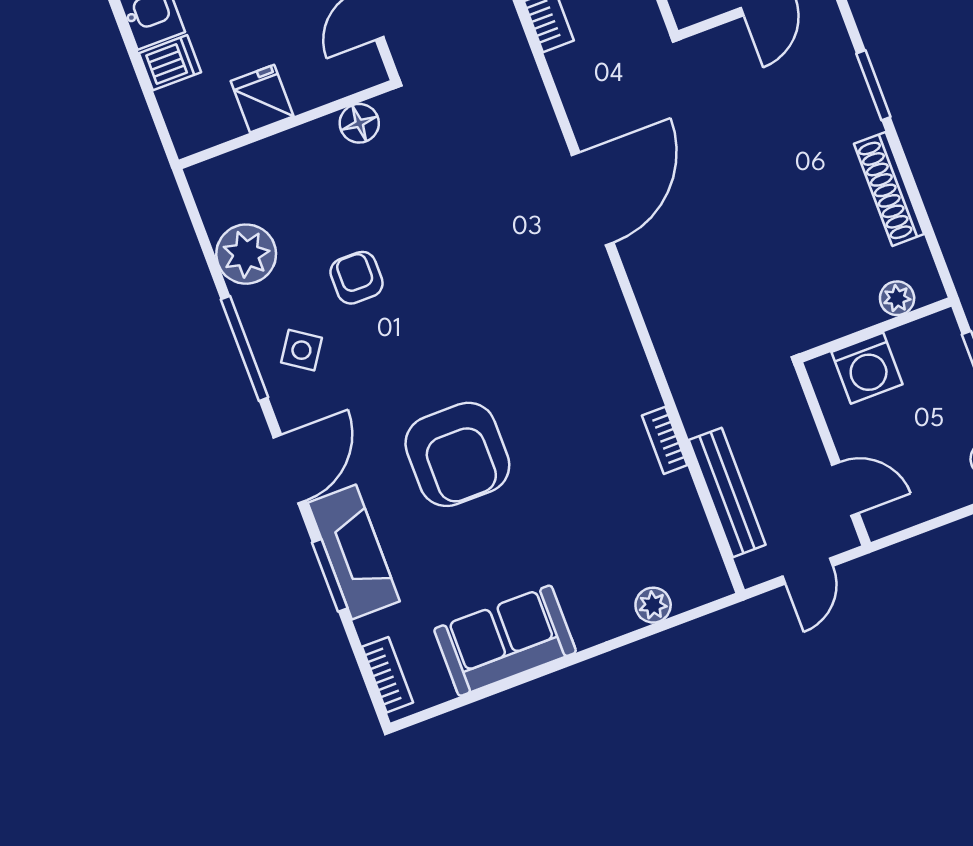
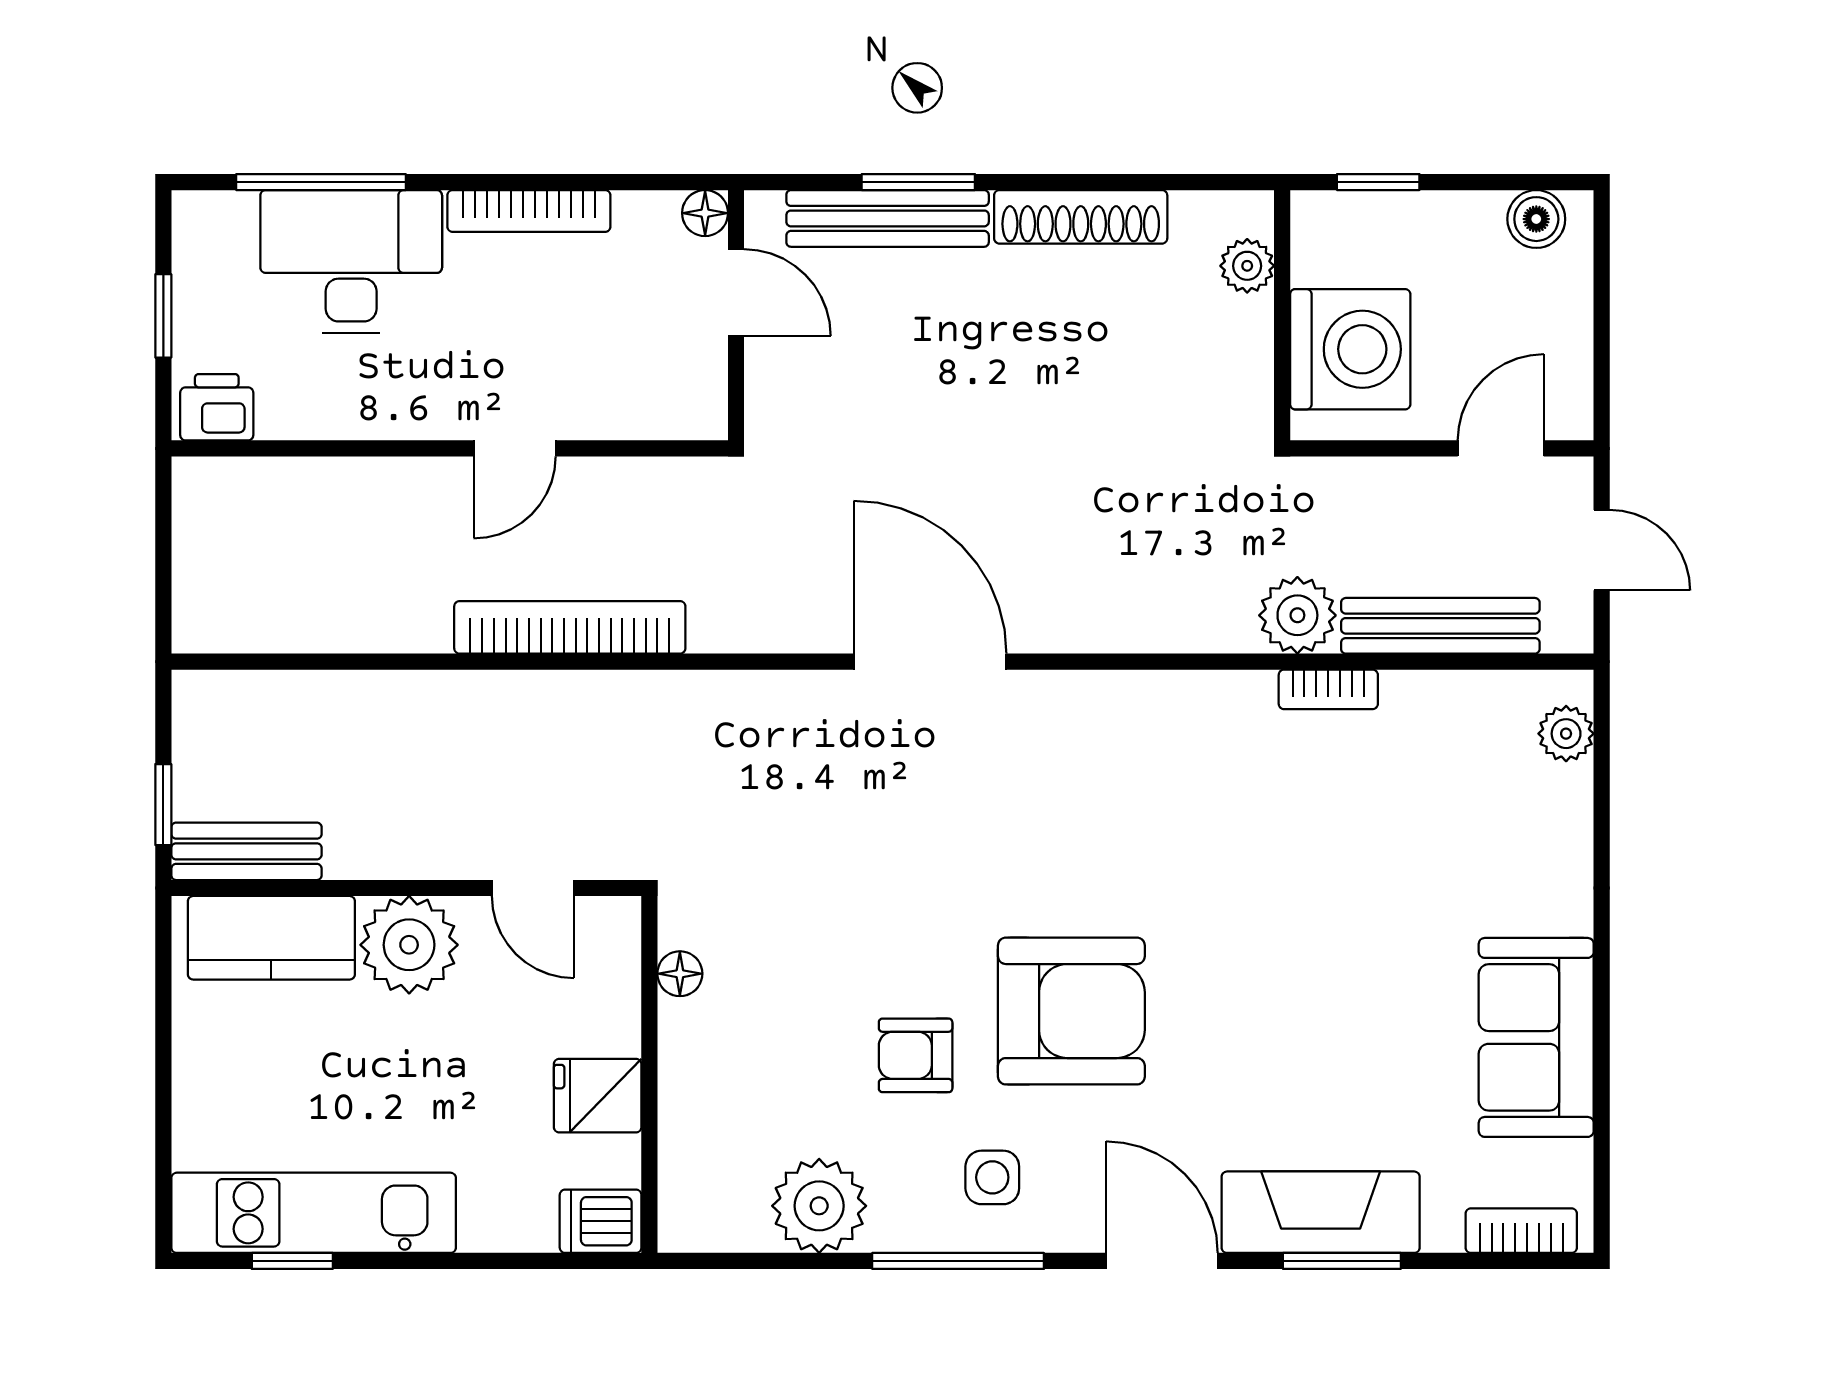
dishwasher: (170, 63) -> (601, 1221), moved, turned -90
bench: (845, 75) -> (888, 218), added
floor lamp: (359, 123) -> (680, 974), width x0.73, depth x0.73
side table: (301, 350) -> (992, 1177), turned -34
washing machine: (867, 368) -> (1350, 349), width x1.37, depth x1.37
plant: (702, 406) -> (1297, 615), added
armchair: (457, 454) -> (1071, 1011), moved
plant: (653, 605) -> (1566, 734), moved

